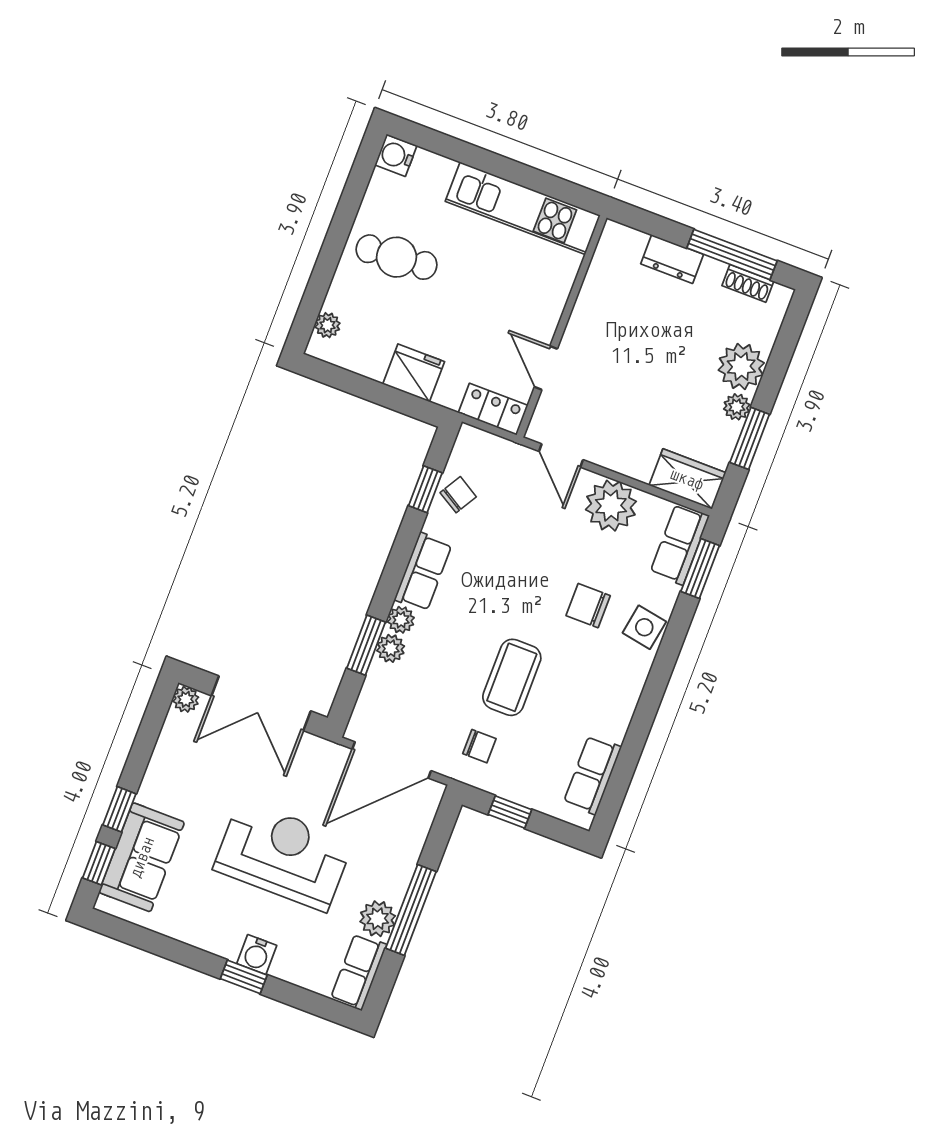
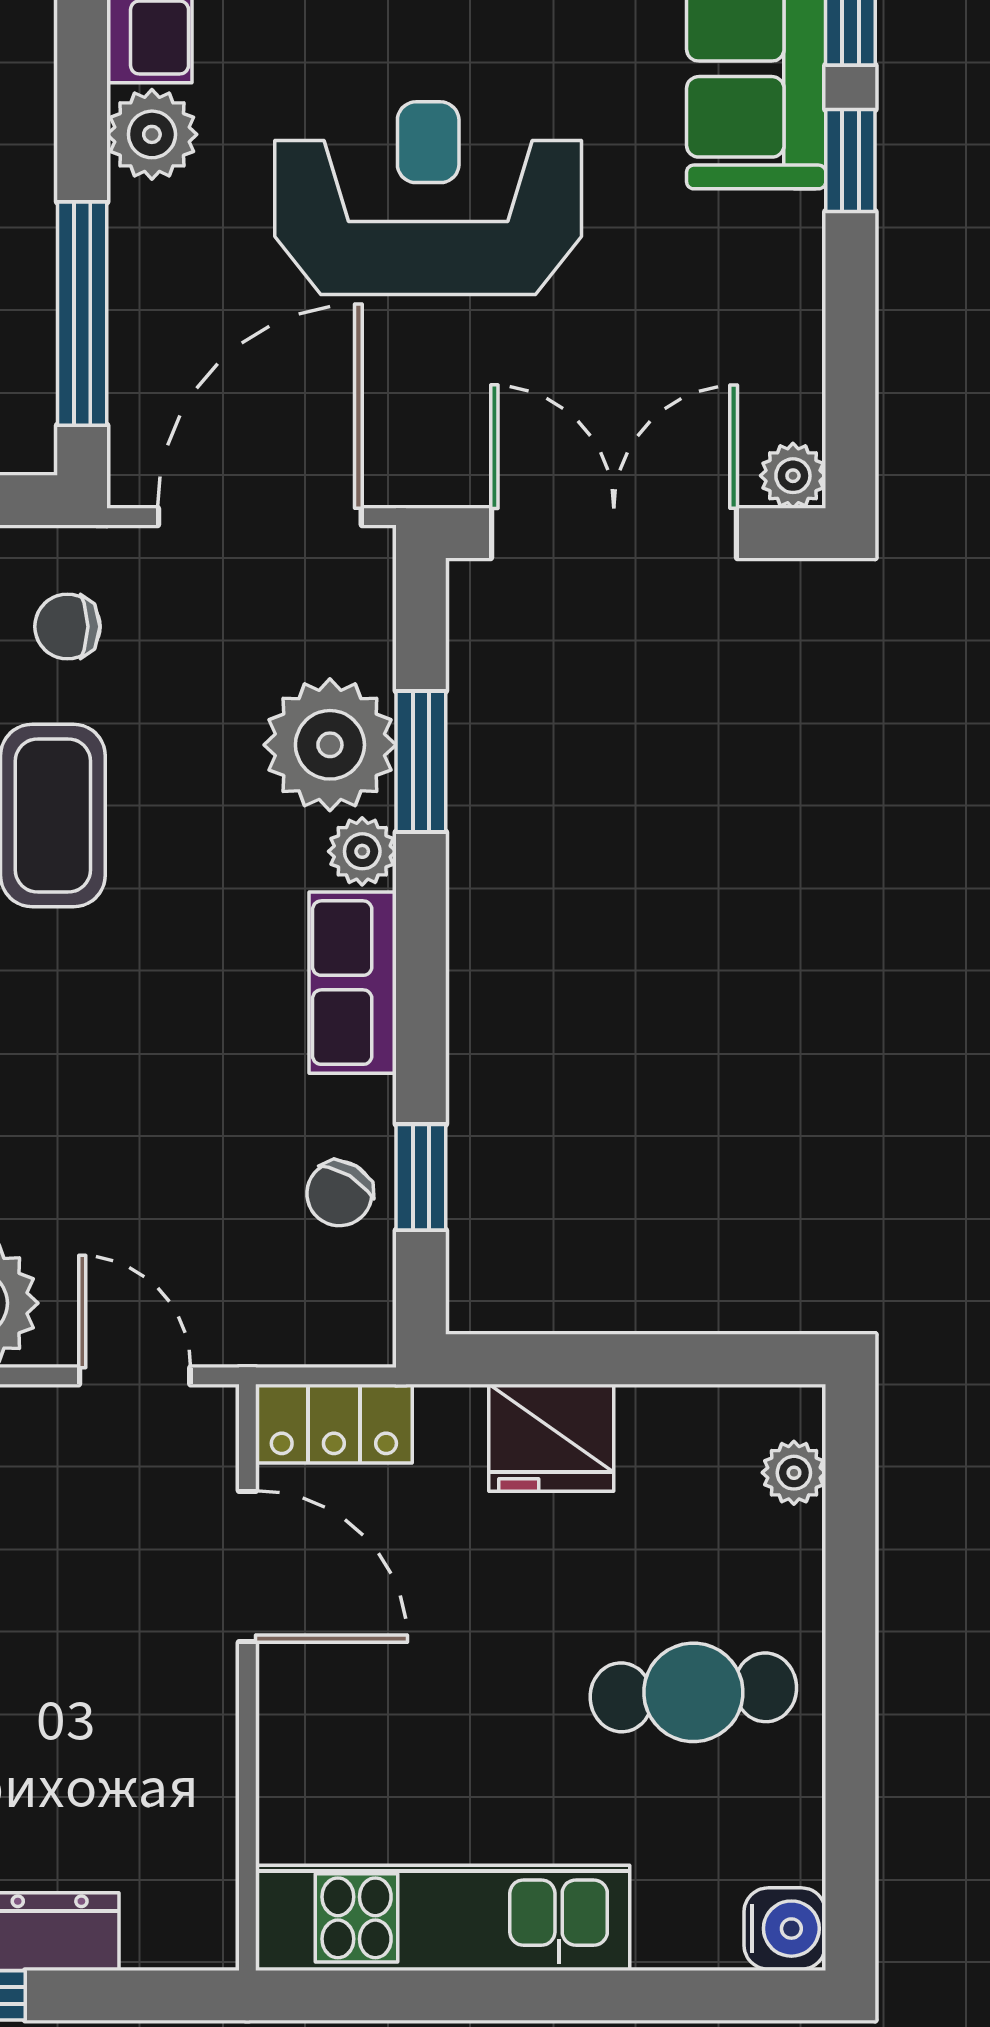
door: (546, 368) -> (247, 1566), width x1.38
plant: (391, 648) -> (330, 745), width x1.87, depth x1.87
reception desk: (283, 855) -> (428, 198), turned 180
window: (411, 910) -> (82, 314), moved

